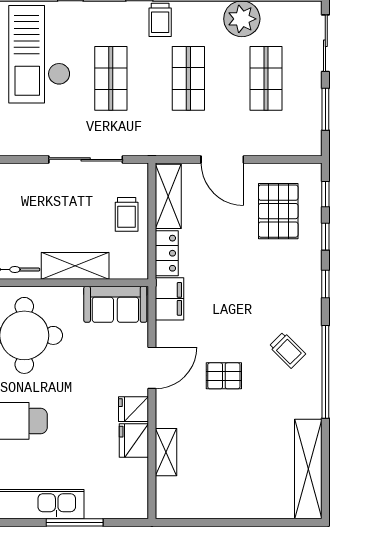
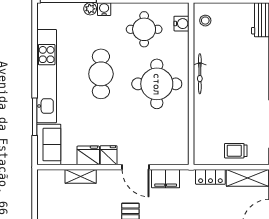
shelving: (75, 266) -> (202, 117), removed
filing cabinet: (170, 299) -> (166, 179), moved
sofa: (115, 304) -> (49, 145), moved, turned 180

